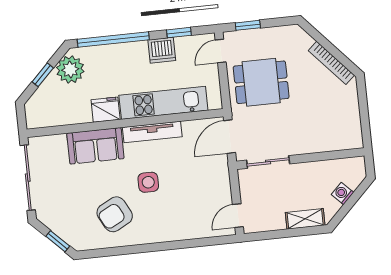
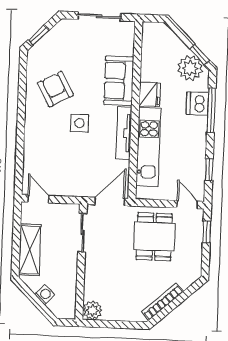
window: (113, 39) -> (211, 110), width x0.68
dishwasher: (162, 50) -> (197, 103), moved
window: (43, 75) -> (200, 55), moved
door: (230, 137) -> (110, 202), hinge flipped
plant: (352, 138) -> (92, 310), added
sliding door: (28, 178) -> (99, 16), width x0.73
shelving: (305, 219) -> (30, 250), width x1.50, depth x1.33

